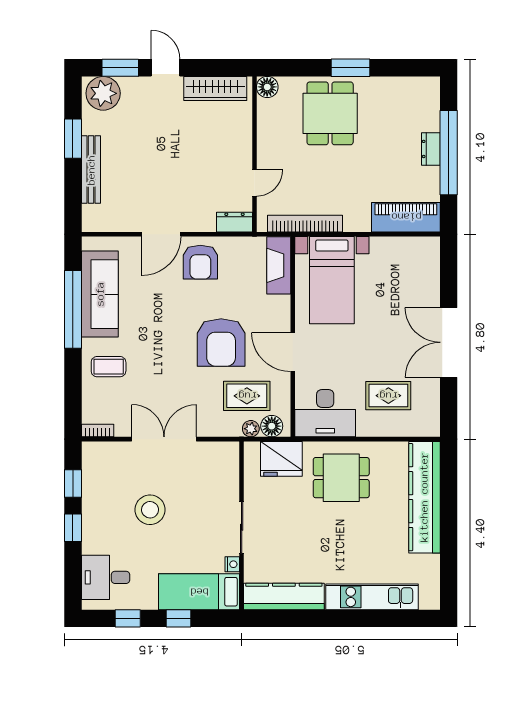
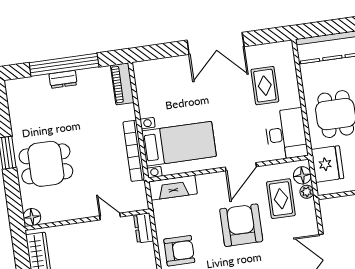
piano: (406, 217) -> (122, 84), width x0.73, depth x0.75
bookcase: (305, 224) -> (134, 151), moved
armchair: (221, 343) -> (241, 225), turned -90

